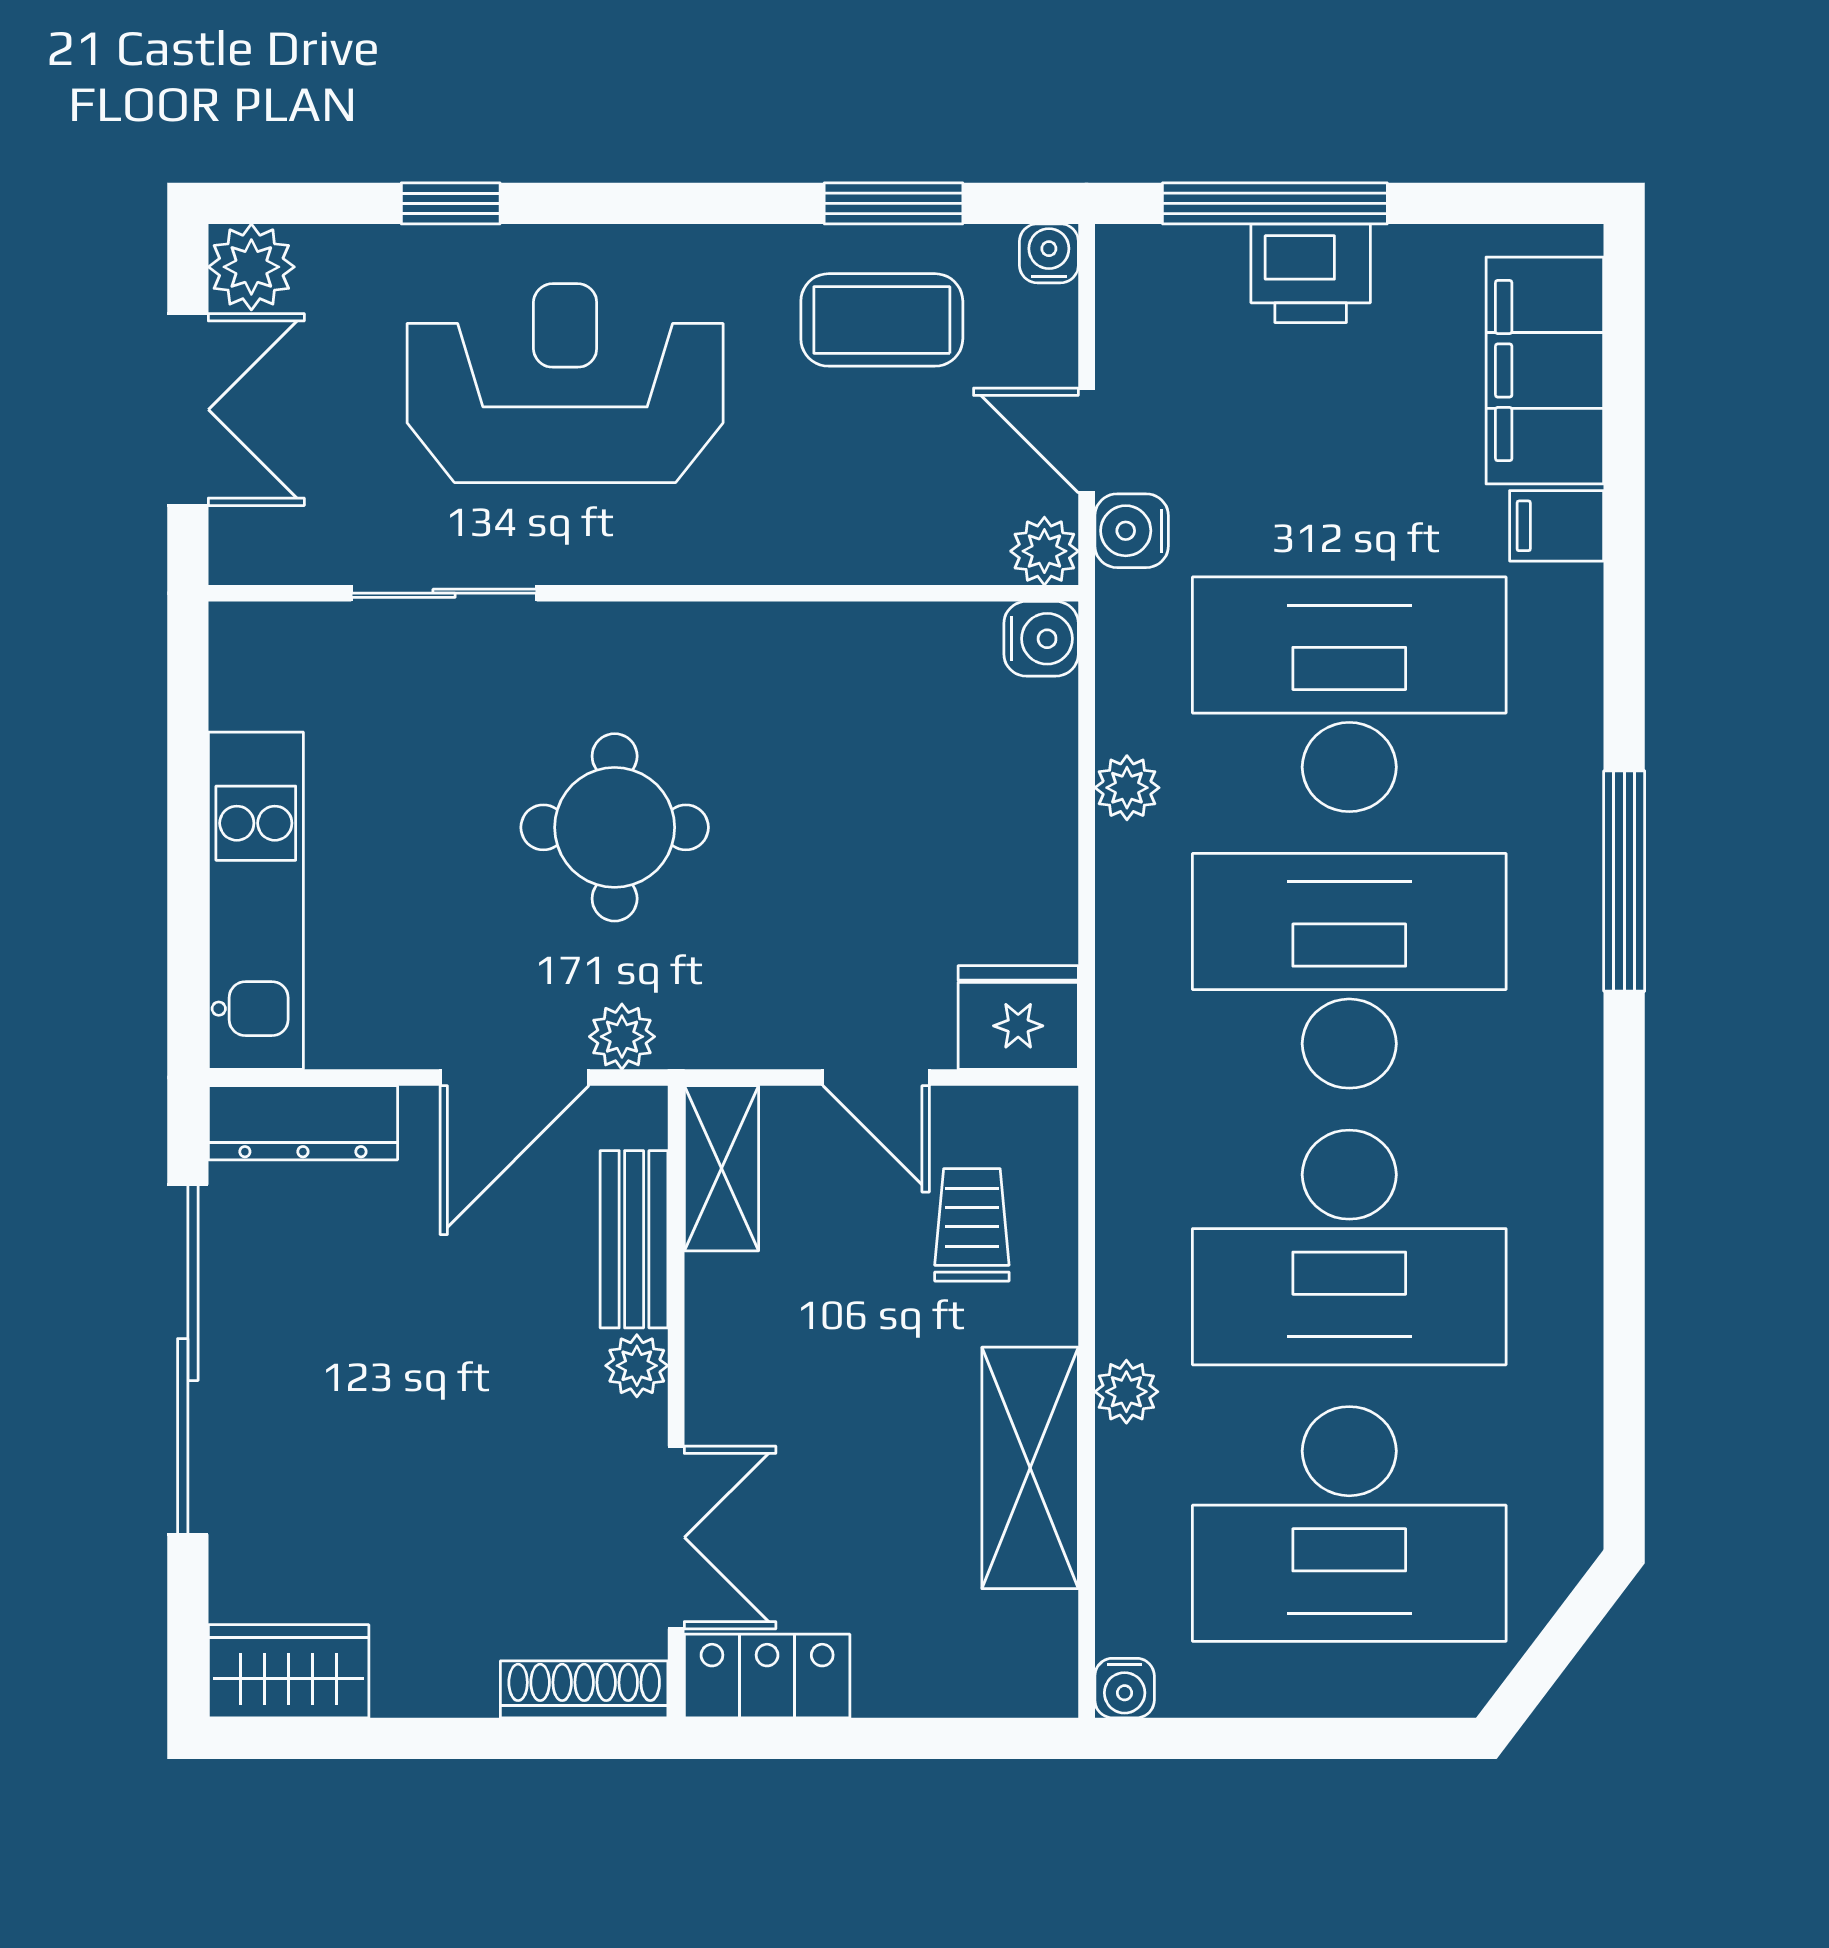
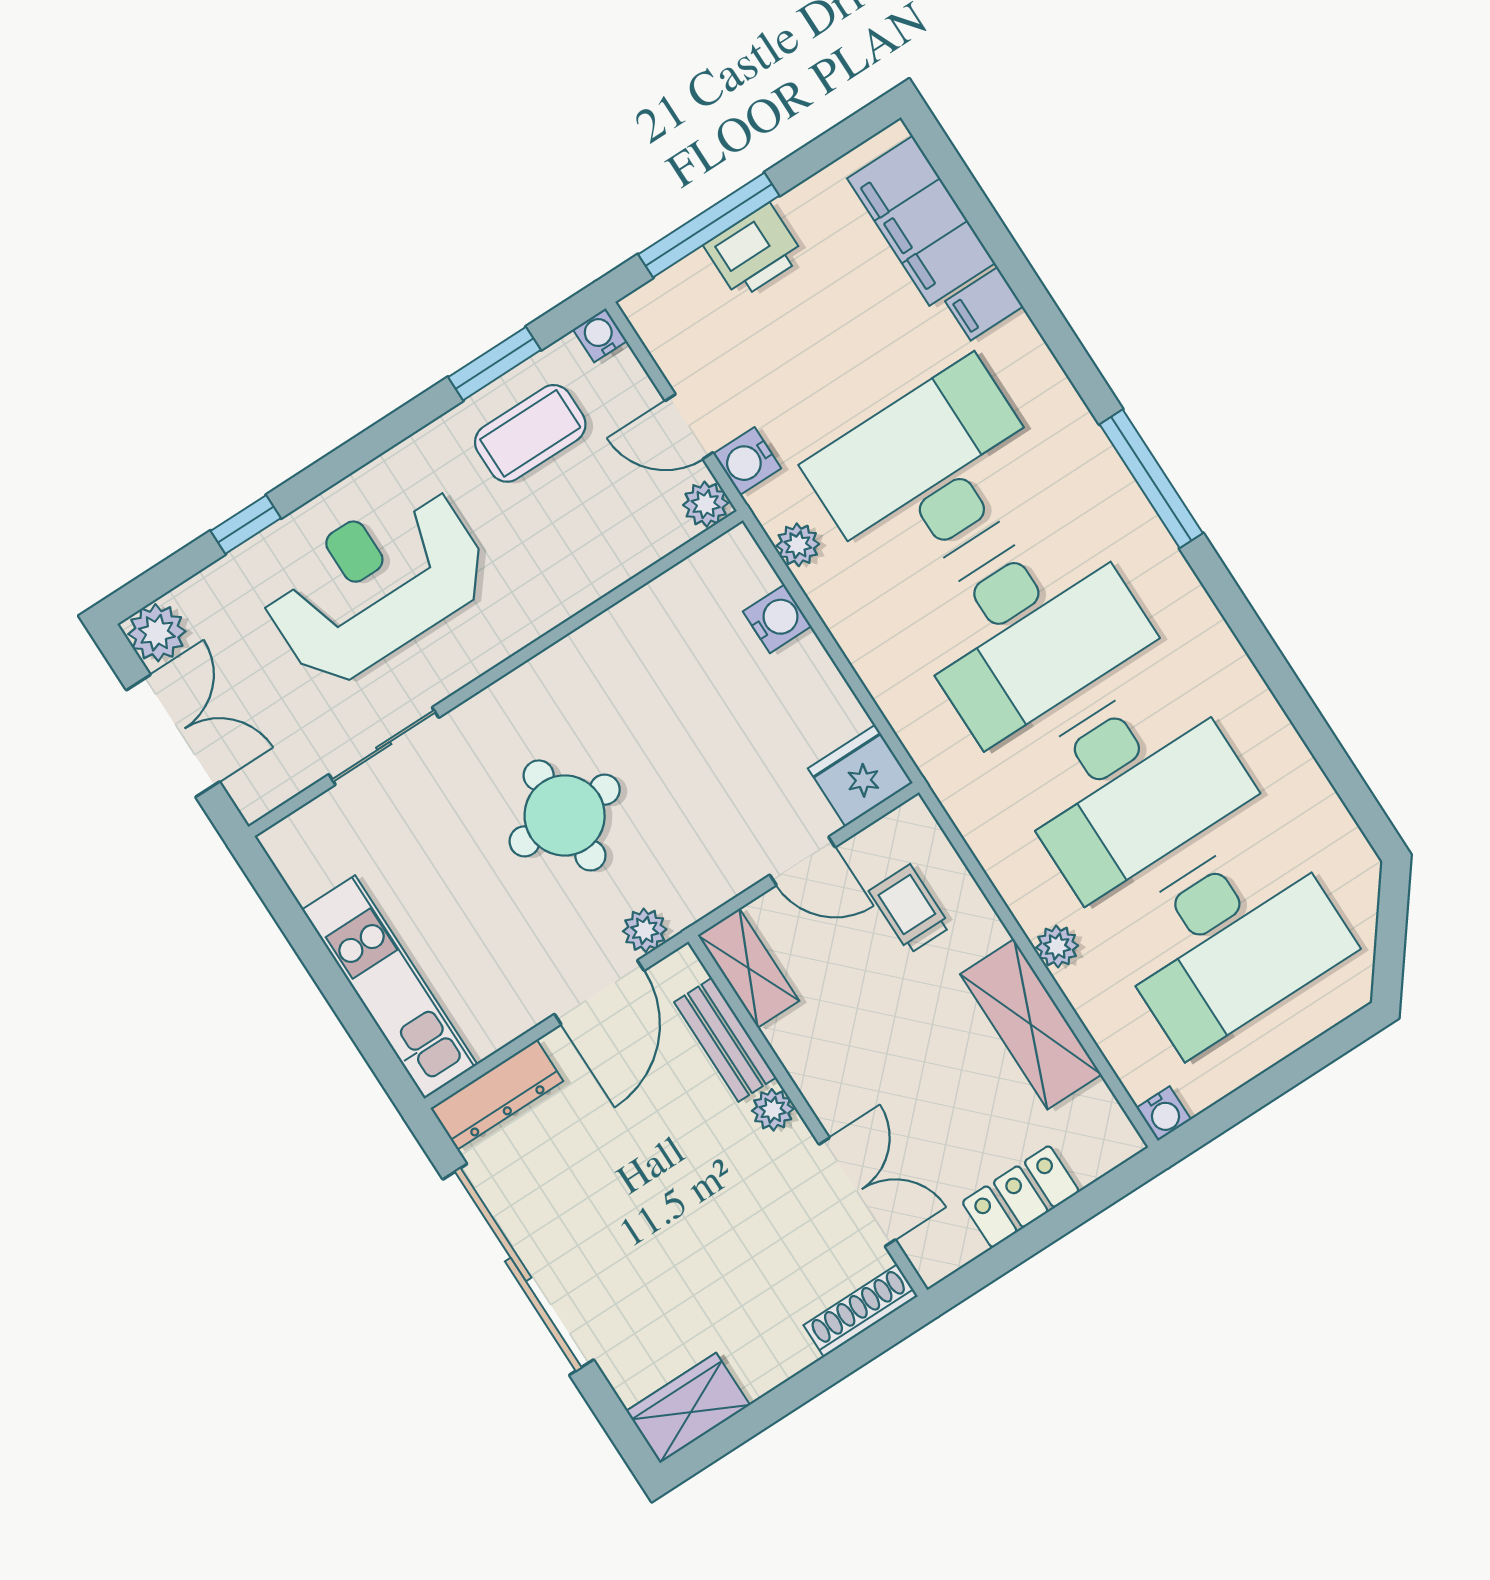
water cooler: (1041, 639) -> (777, 619), moved
plant: (1127, 788) -> (798, 545), moved
desk: (1349, 971) -> (1029, 629), turned 180
locker: (767, 1676) -> (1021, 1197), moved

